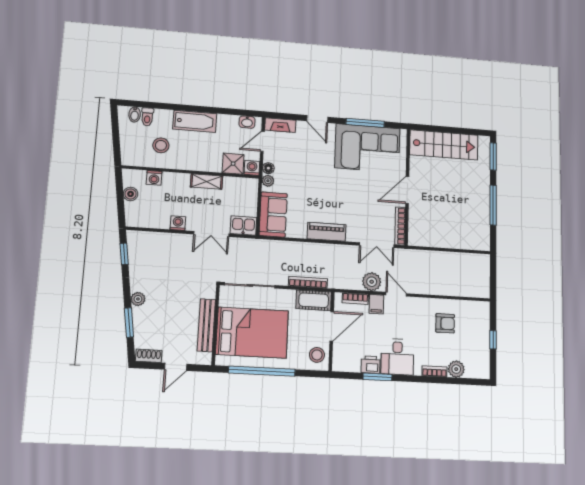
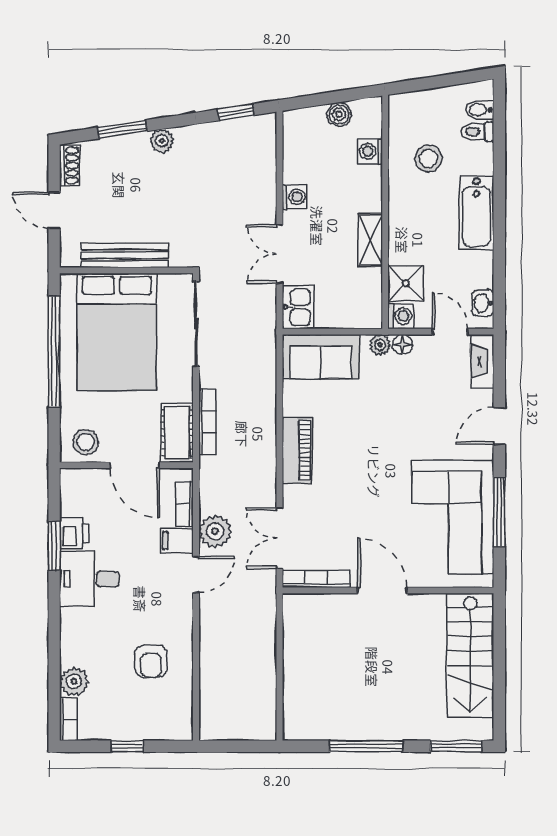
bookcase: (434, 371) -> (68, 719), moved

